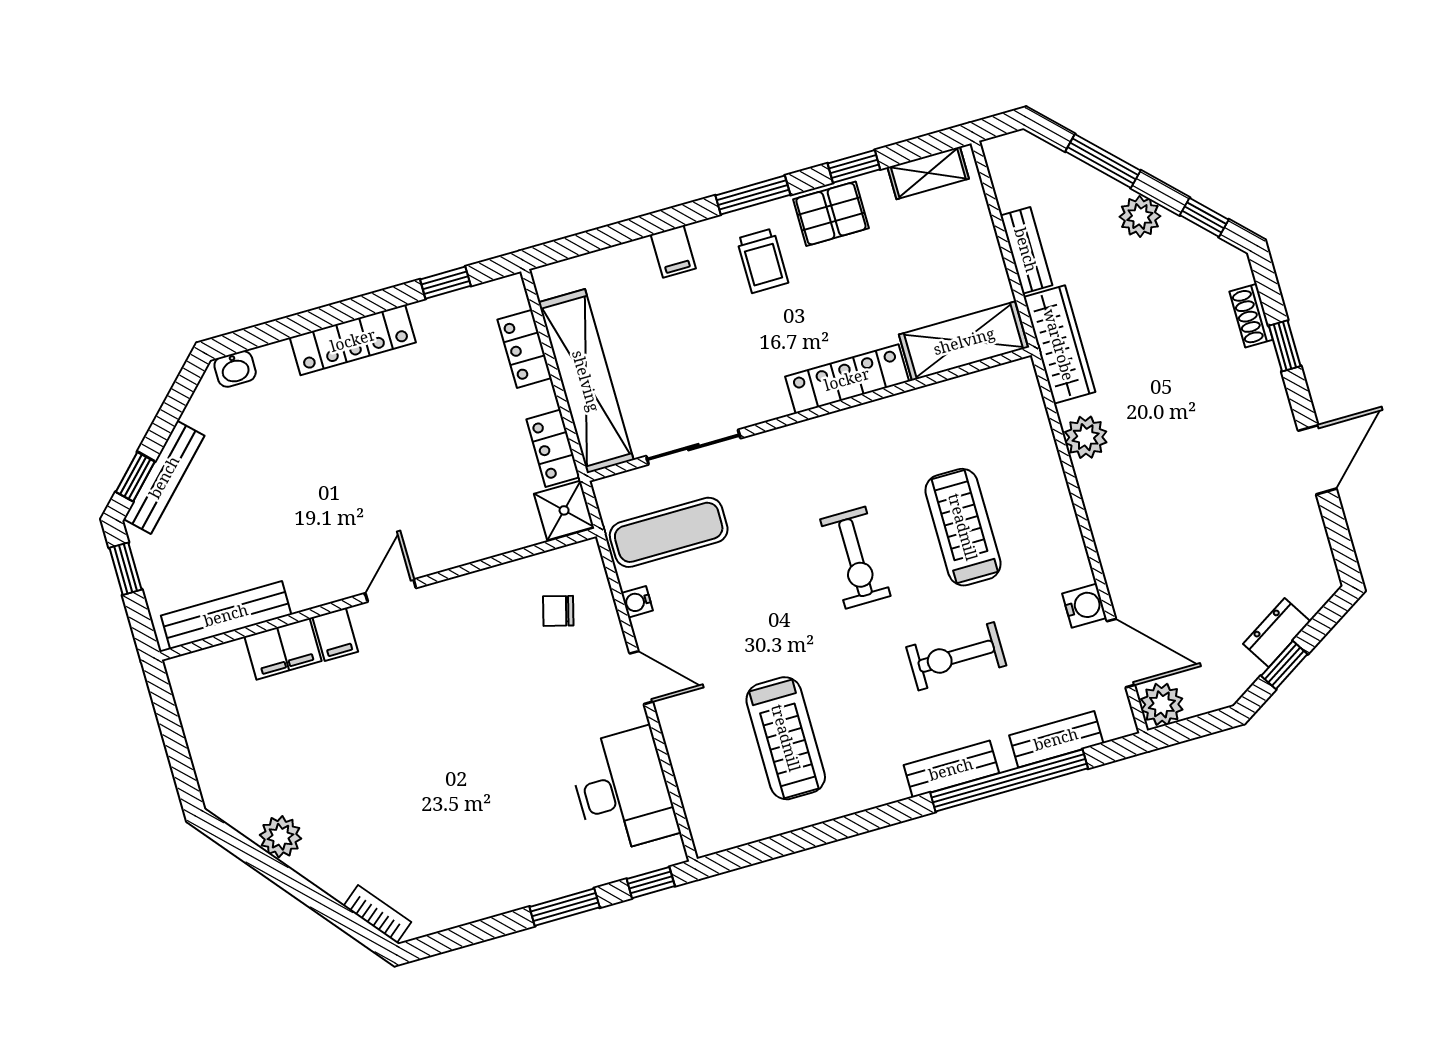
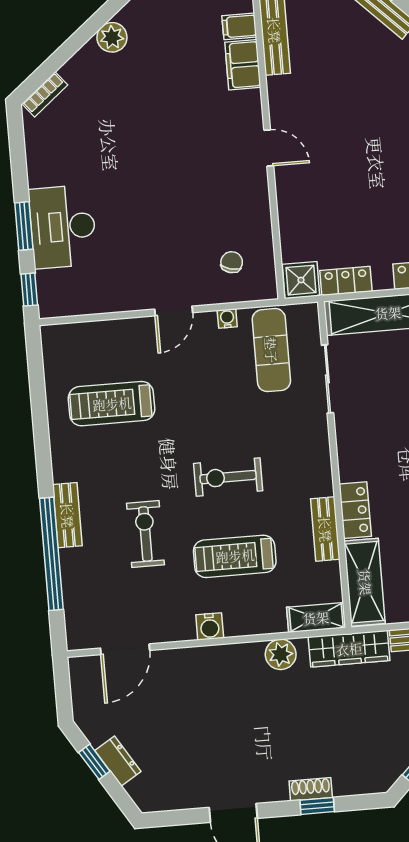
shoe rack: (1251, 316) -> (311, 789), moved
locker: (847, 379) -> (355, 510), width x0.66
shelving: (1025, 398) -> (316, 618), added
treadmill: (963, 527) -> (235, 556), turned 180
water cooler: (1084, 606) -> (210, 626), moved
filing cabinet: (335, 634) -> (239, 26), moved
plant: (1162, 704) -> (84, 671), removed
bench: (1056, 739) -> (325, 529), moved
desk: (623, 790) -> (63, 227), moved, turned 90

